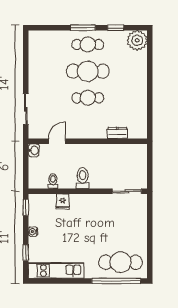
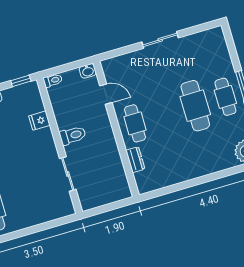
cafe table: (88, 98) -> (135, 123), moved
sliding door: (26, 109) -> (160, 40), moved
toilet: (53, 181) -> (53, 80), moved
sliding door: (127, 191) -> (68, 174), moved

